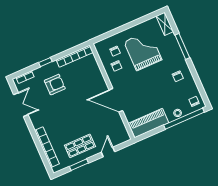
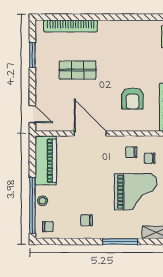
armchair: (55, 85) -> (132, 99), moved
door: (116, 100) -> (90, 133), hinge flipped
double door: (21, 105) -> (135, 17), removed
shop shelf: (80, 146) -> (78, 70), moved, turned 90
door: (108, 152) -> (32, 114), moved

